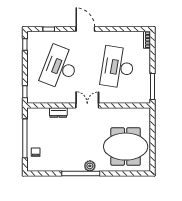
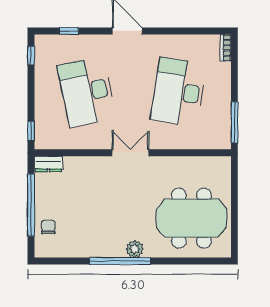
desk: (60, 67) -> (87, 92), turned -33
dresser: (58, 113) -> (48, 164), moved

